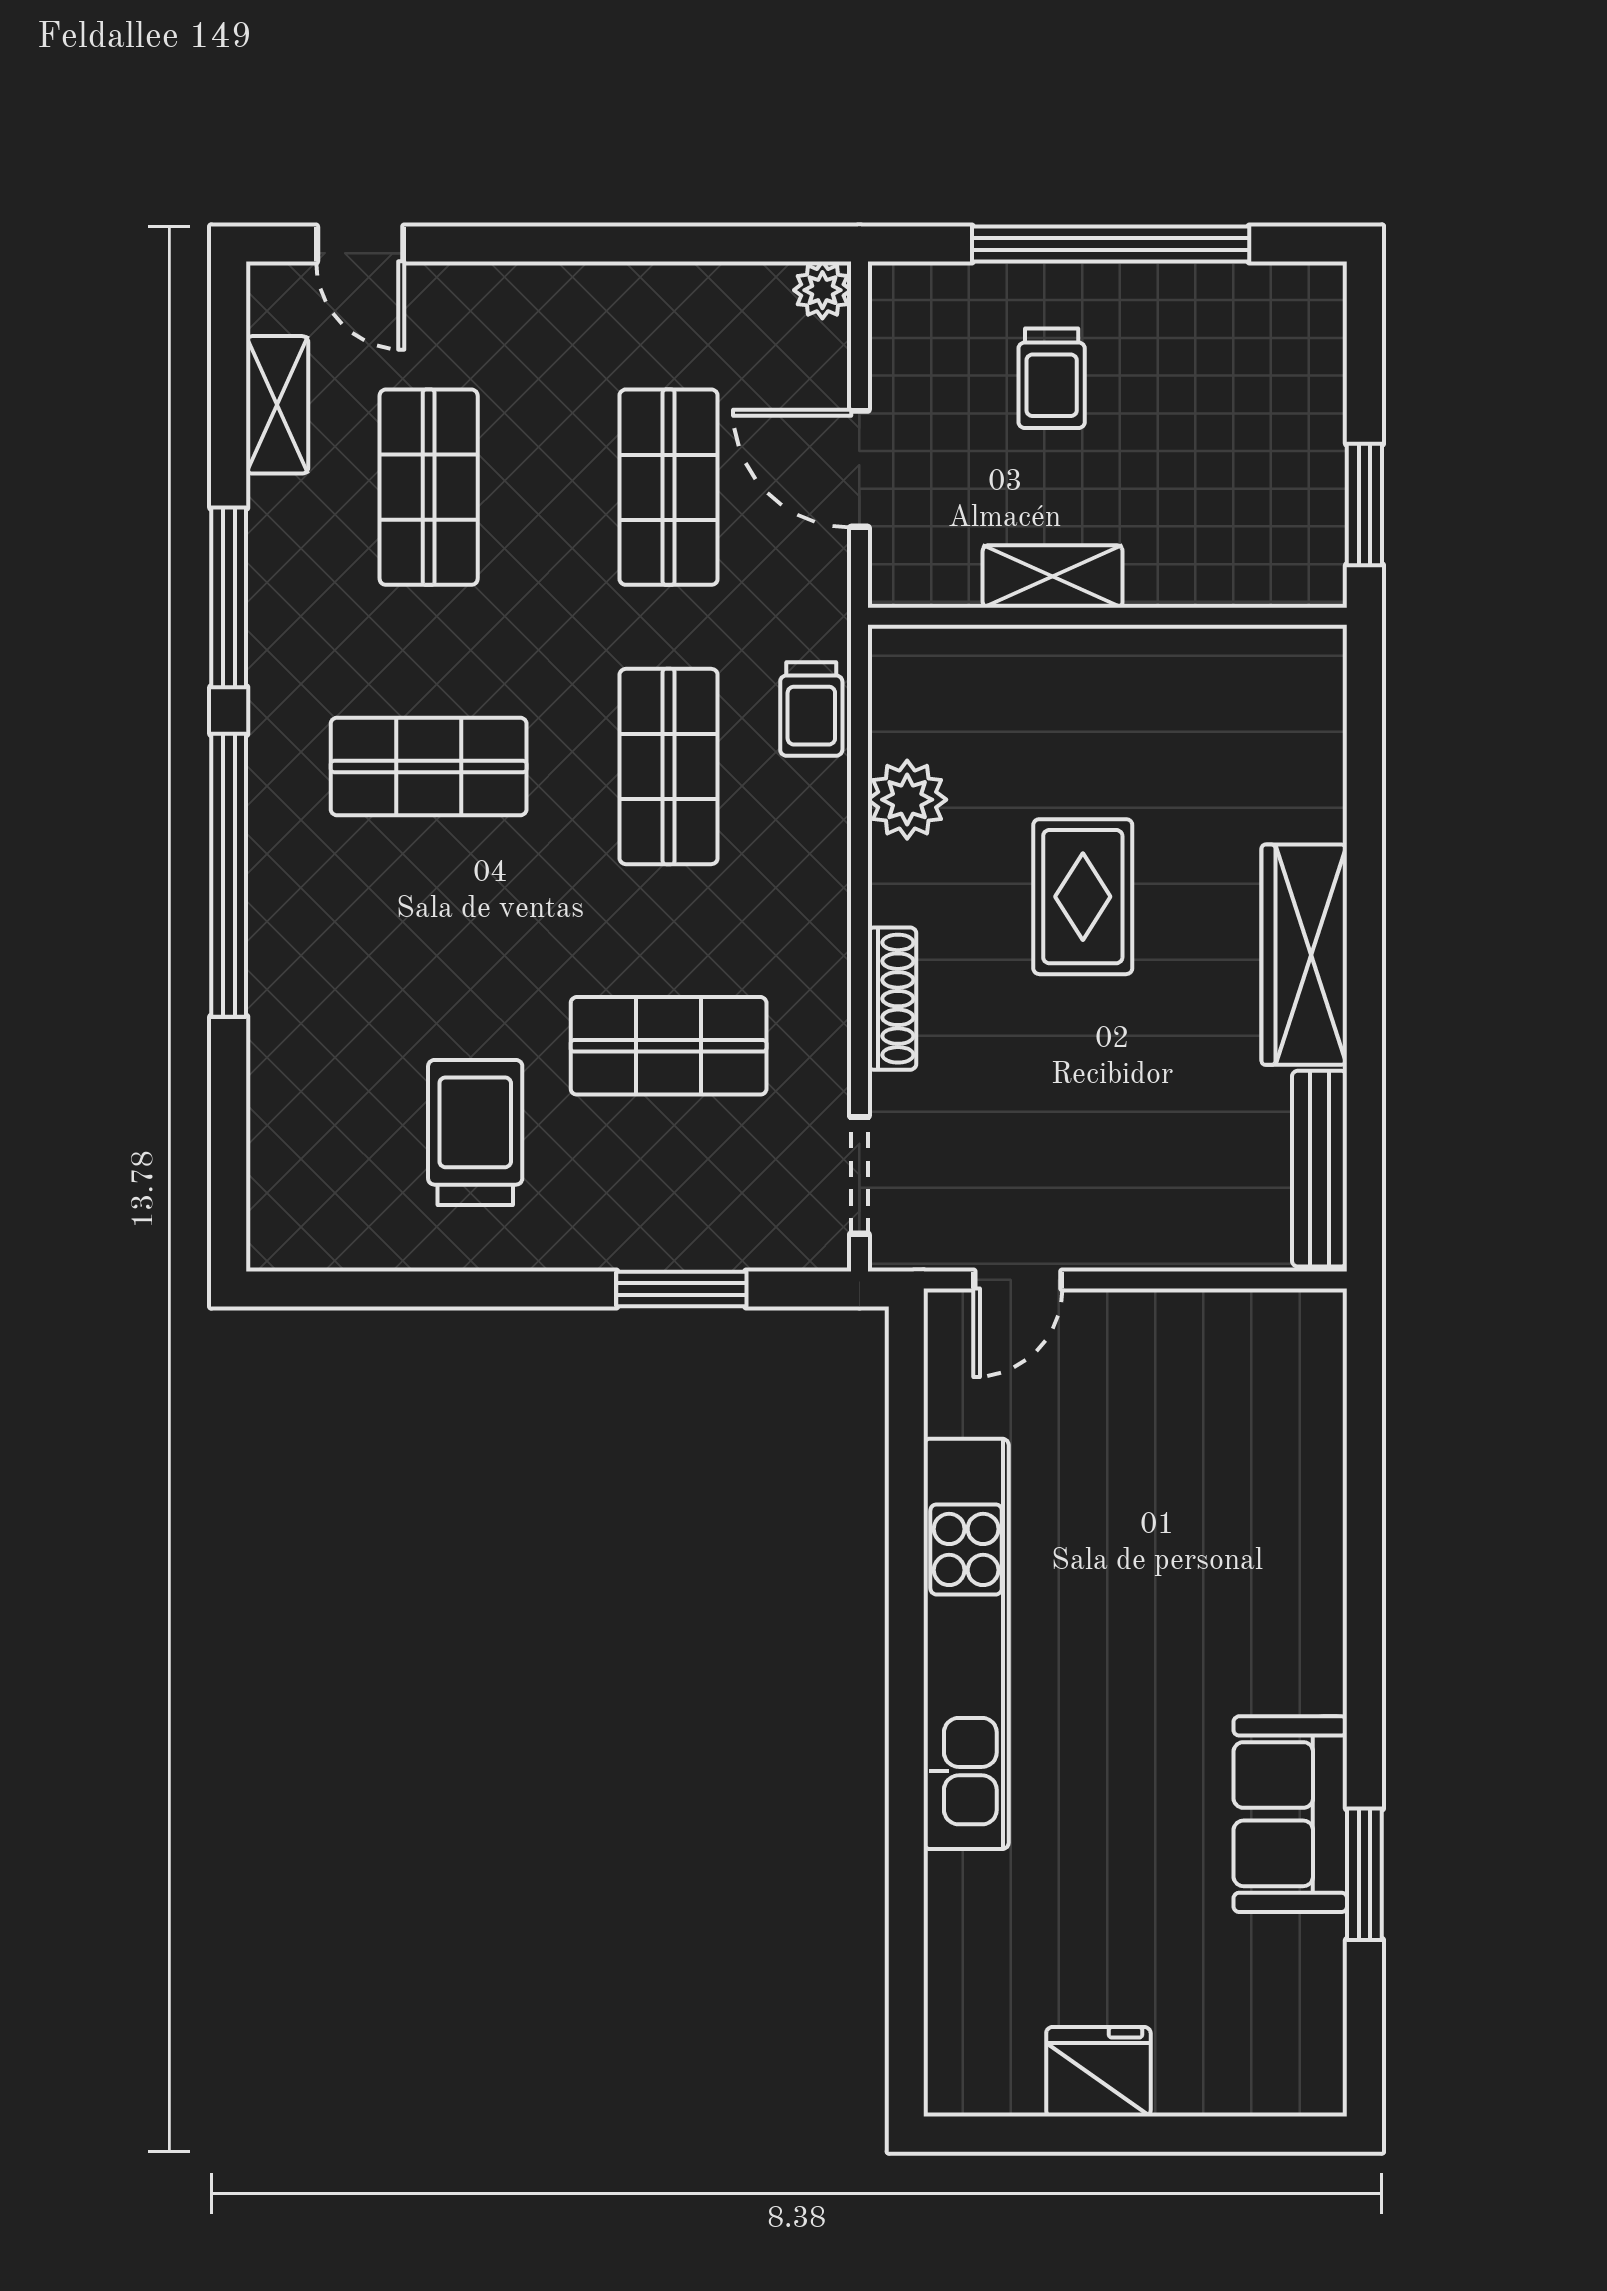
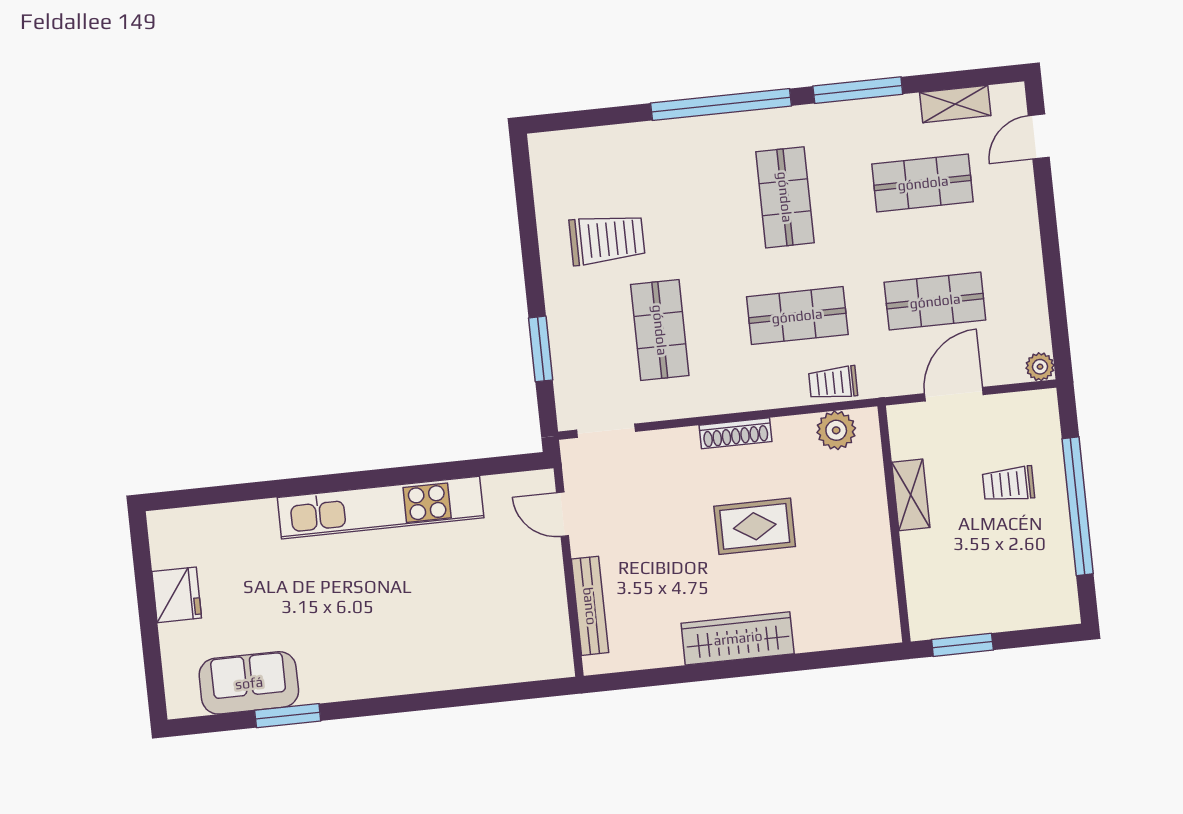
plant: (907, 800) -> (836, 430), moved
shoe rack: (892, 999) -> (735, 433), moved
bench: (1320, 1169) -> (590, 606), moved, turned 90
sofa: (1290, 1814) -> (249, 683), moved

